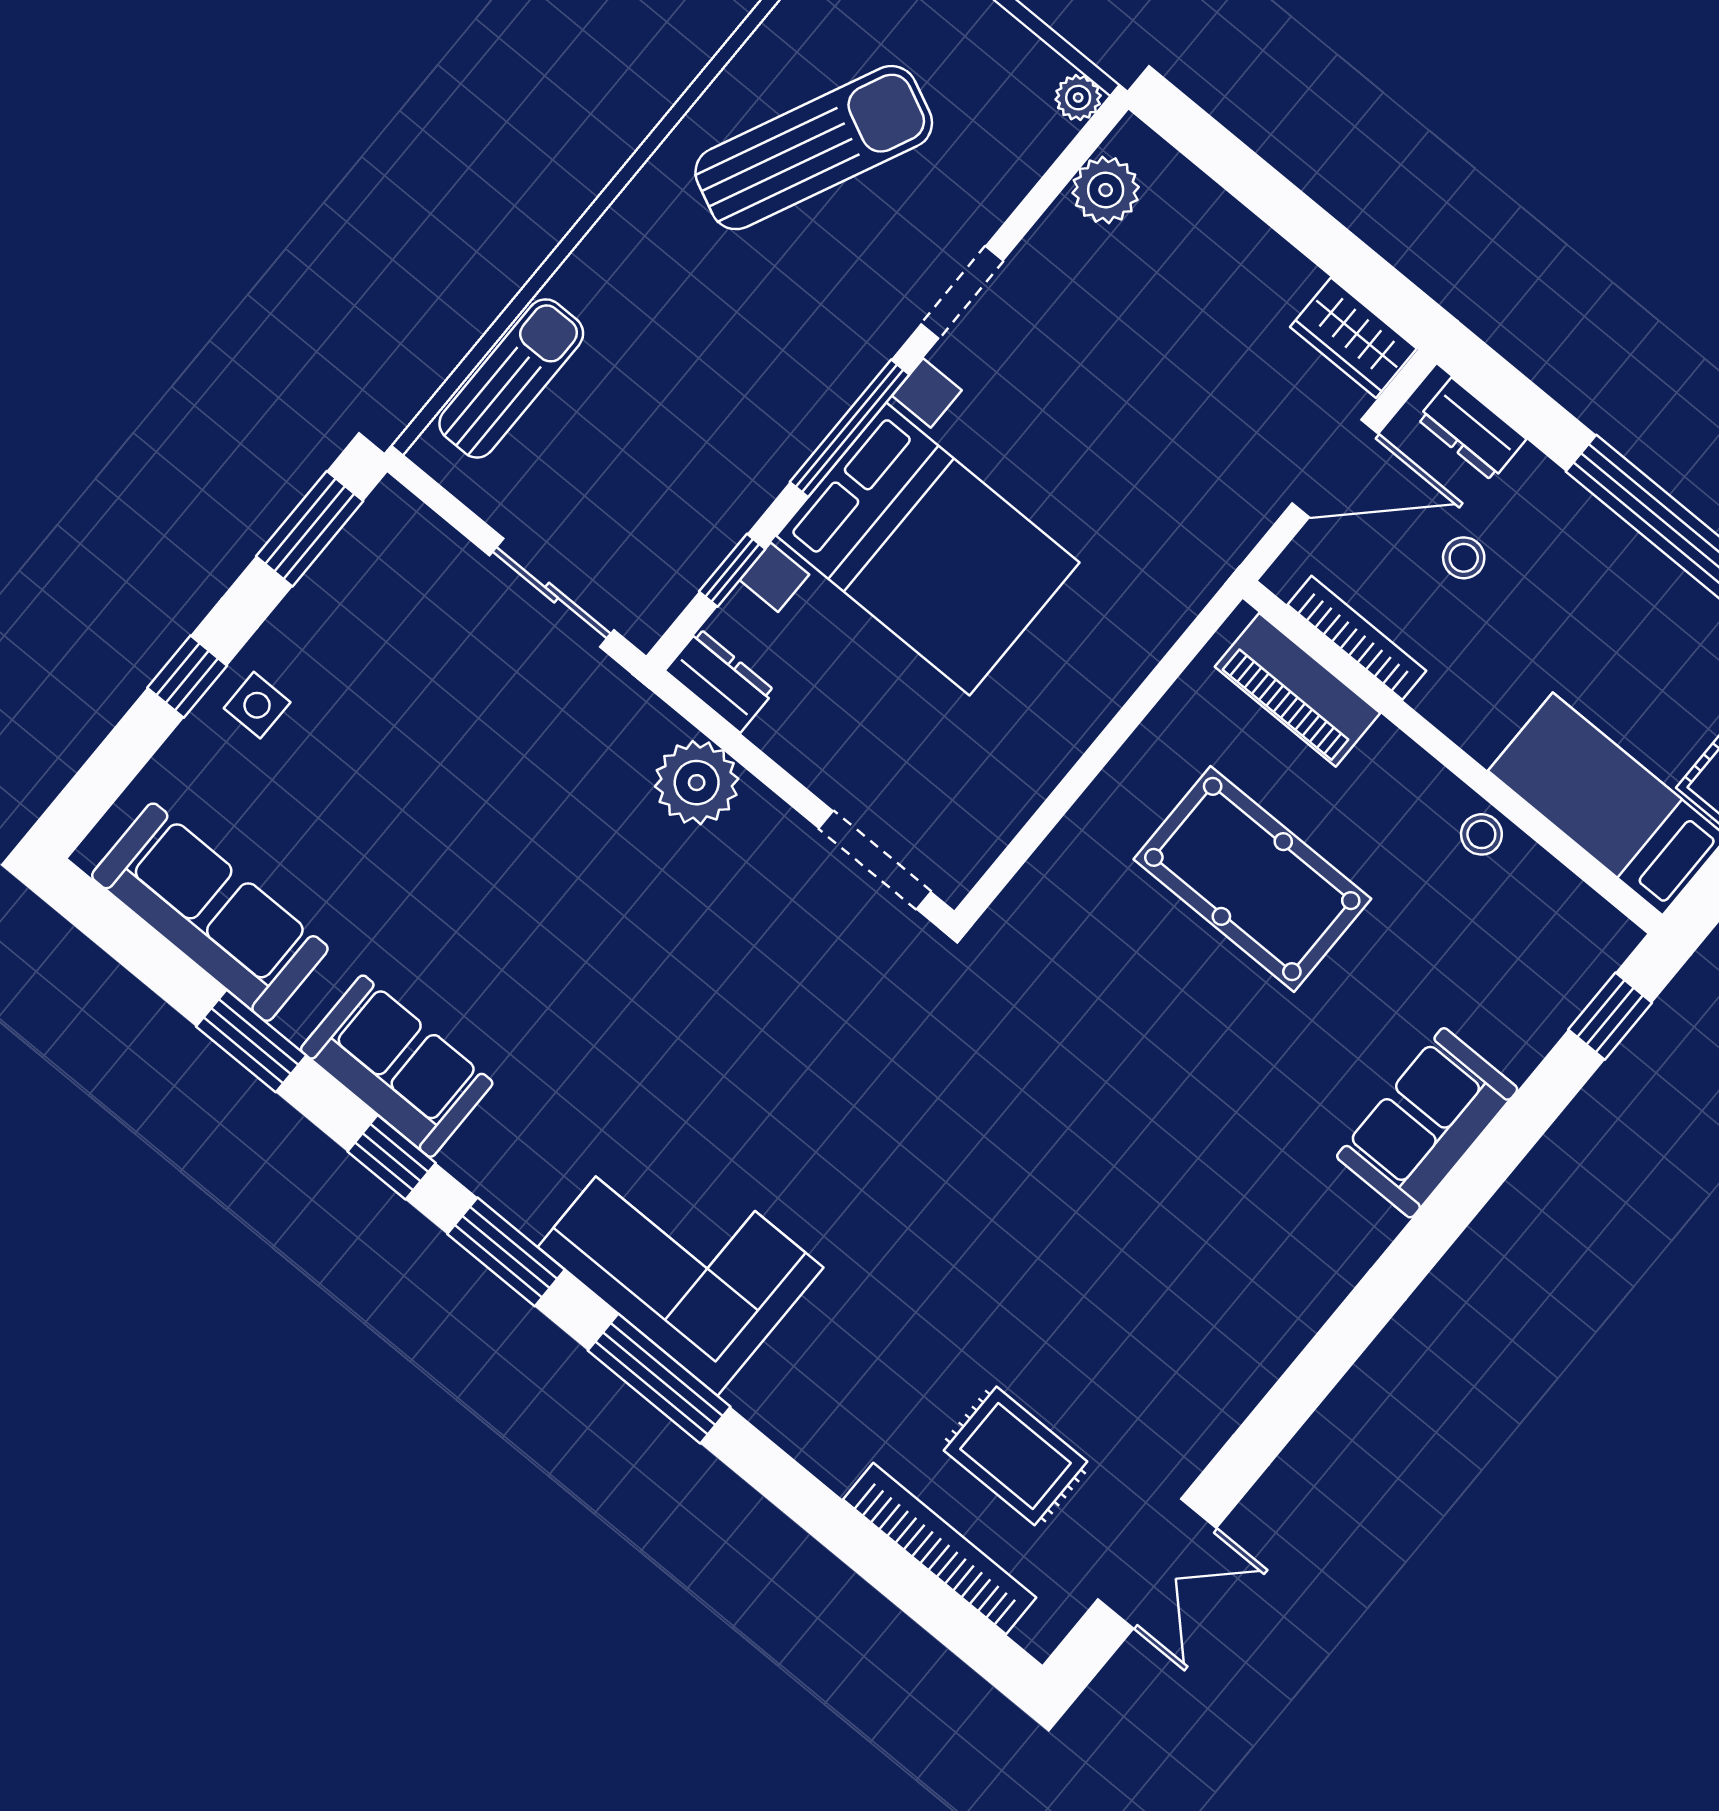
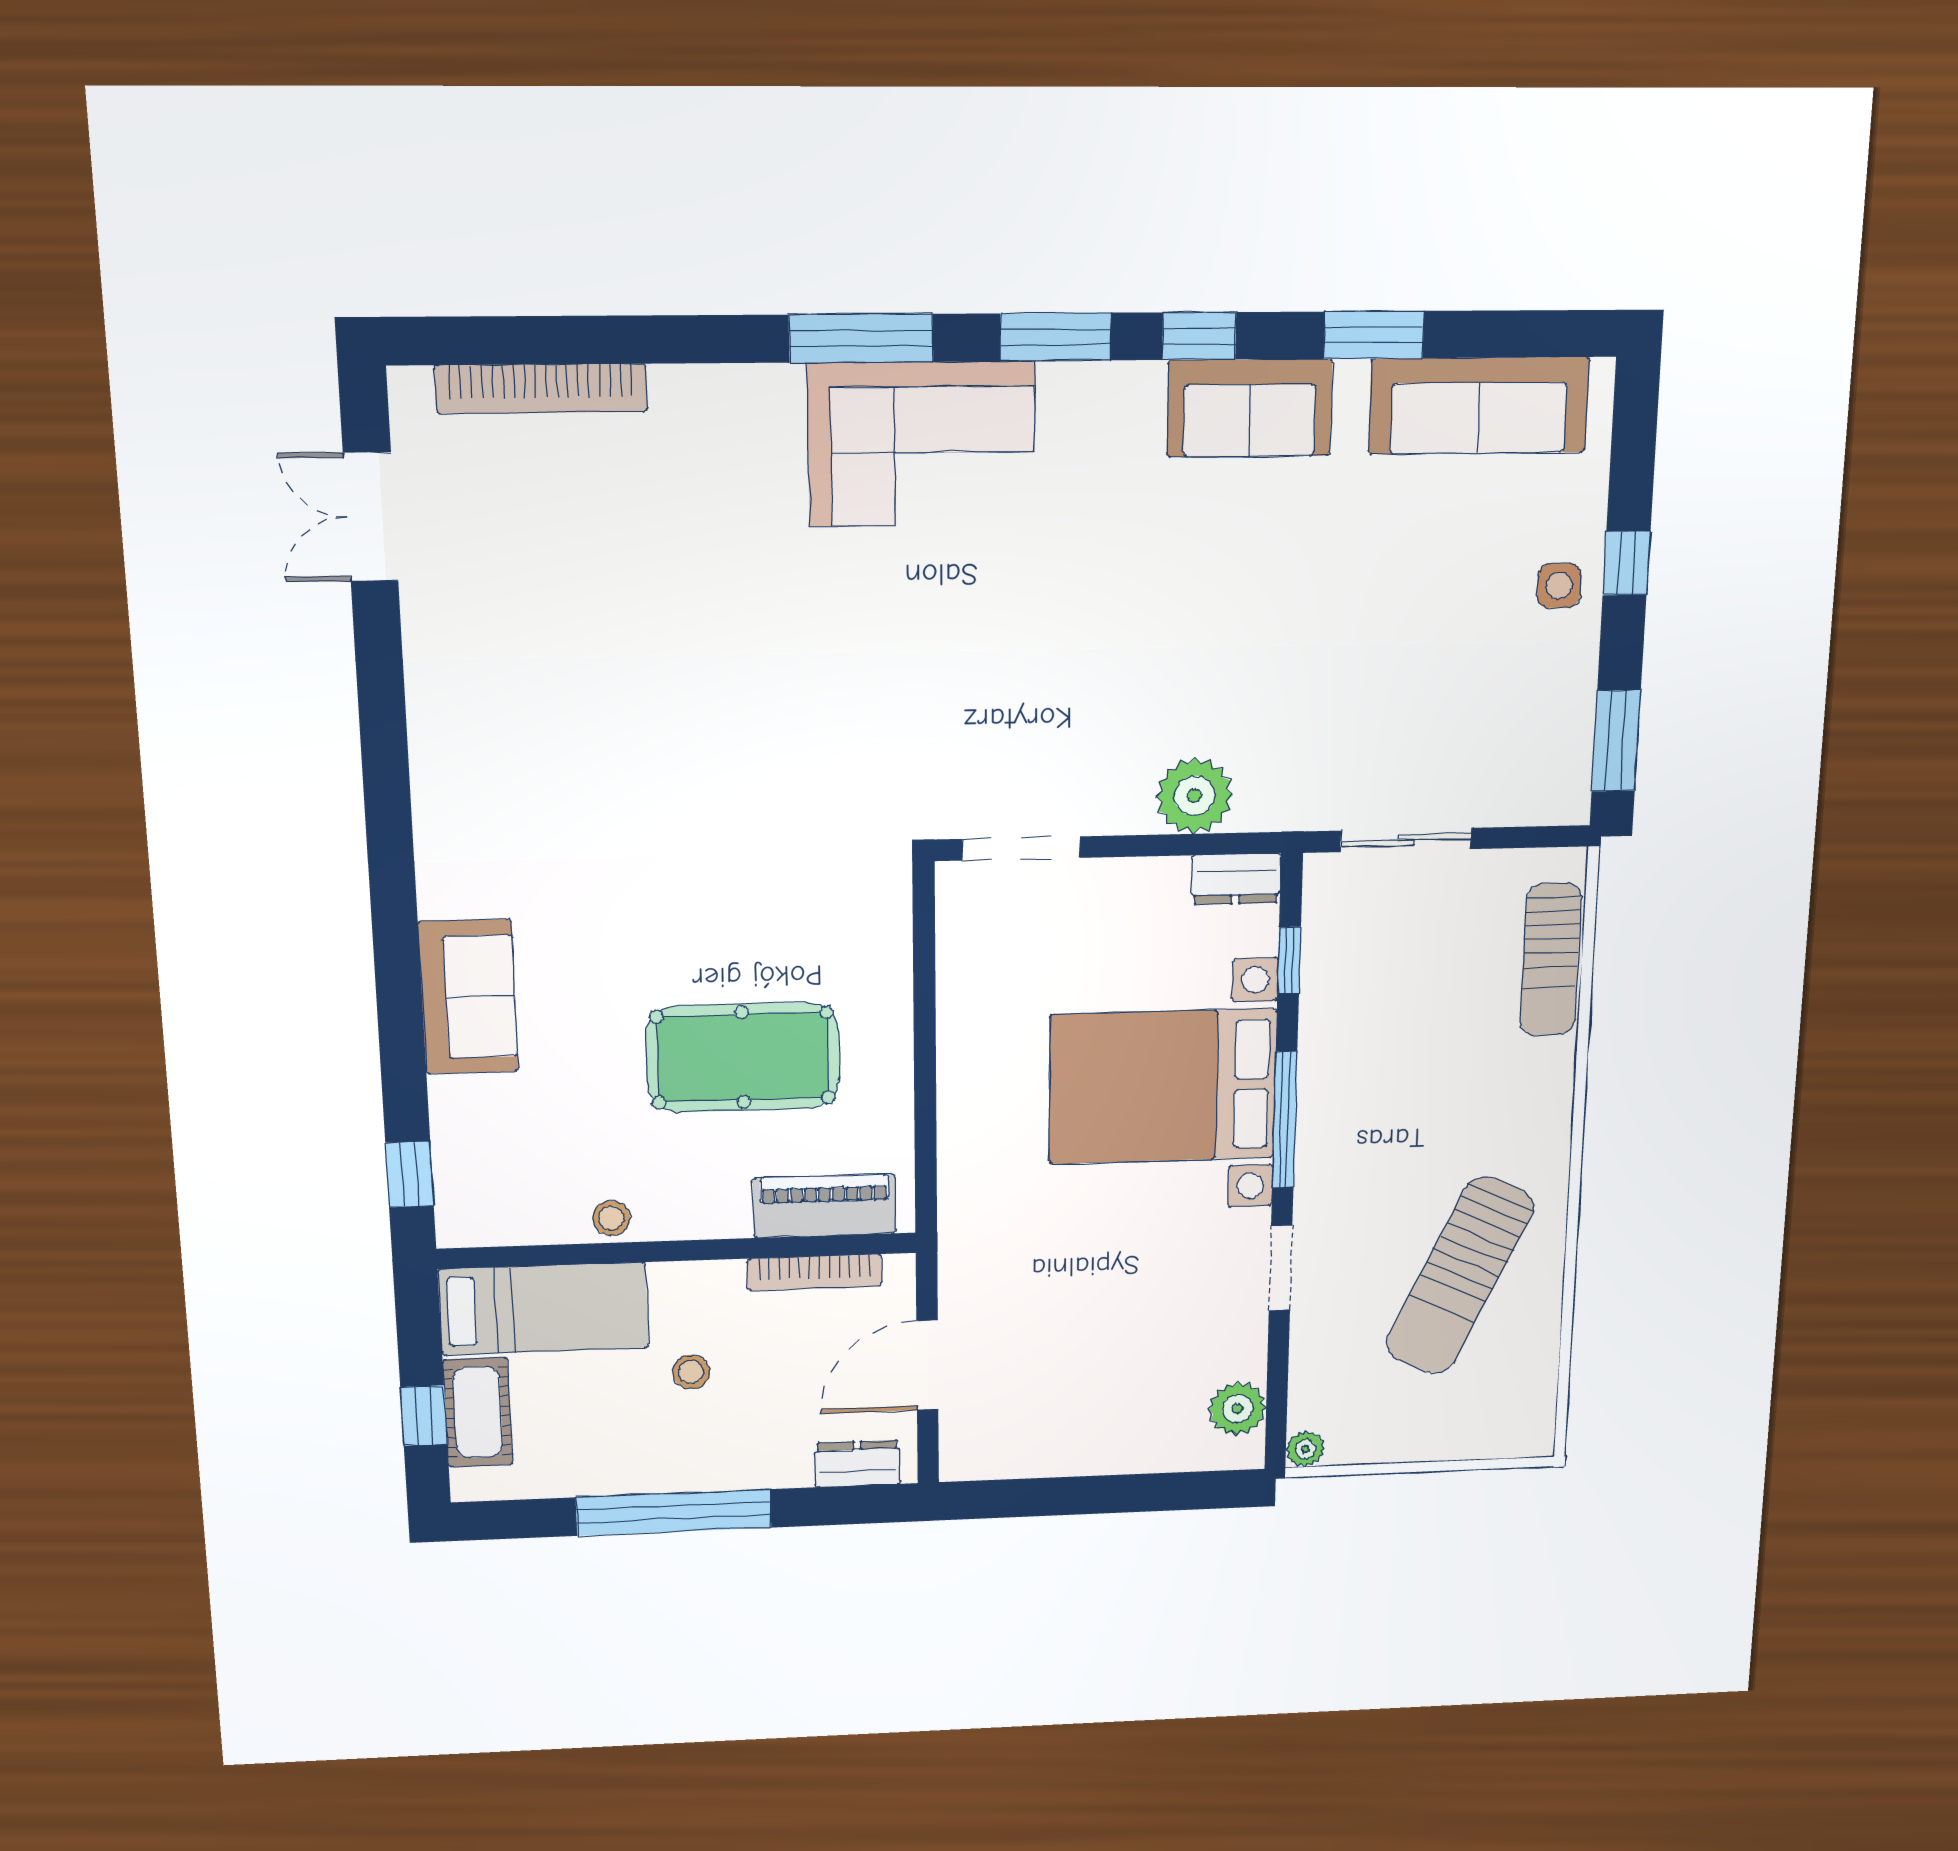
wardrobe: (1353, 338) -> (989, 1454), removed
stool: (1464, 558) -> (691, 1372), moved
rug: (1015, 1456) -> (547, 507), removed

